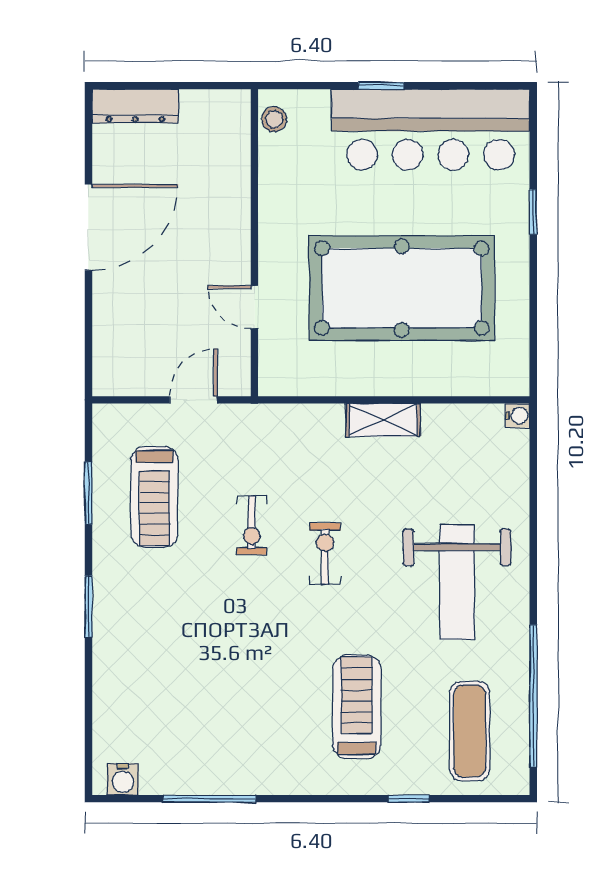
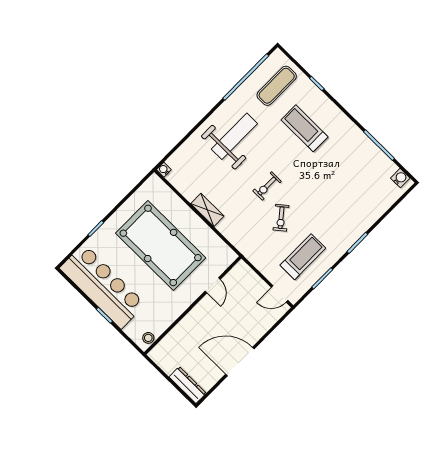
door: (193, 400) -> (280, 294), moved
exercise bike: (252, 525) -> (281, 218), turned 141
treadmill: (357, 707) -> (305, 128), turned 90

